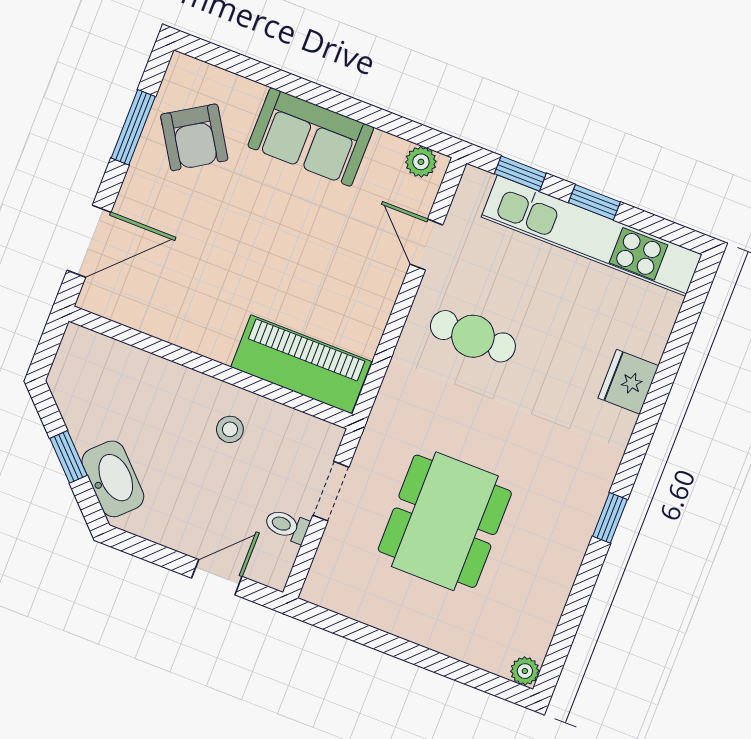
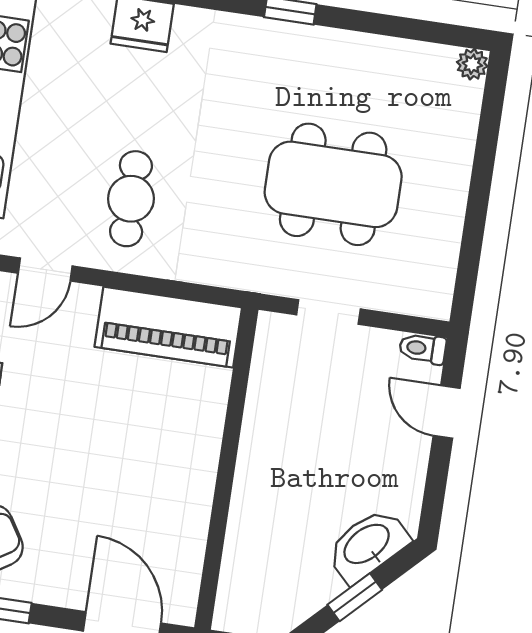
piano: (301, 364) -> (168, 327), moved, turned -90
stool: (230, 429) -> (287, 433), removed
toilet: (287, 526) -> (423, 348), moved, turned 90

